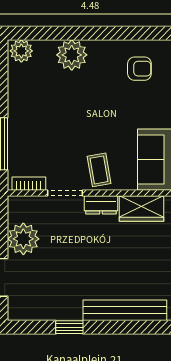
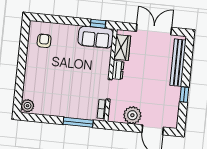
plant: (72, 55) -> (33, 78), removed
coffee table: (99, 170) -> (98, 69), removed

